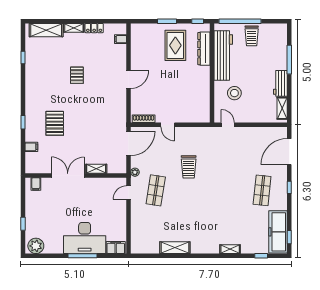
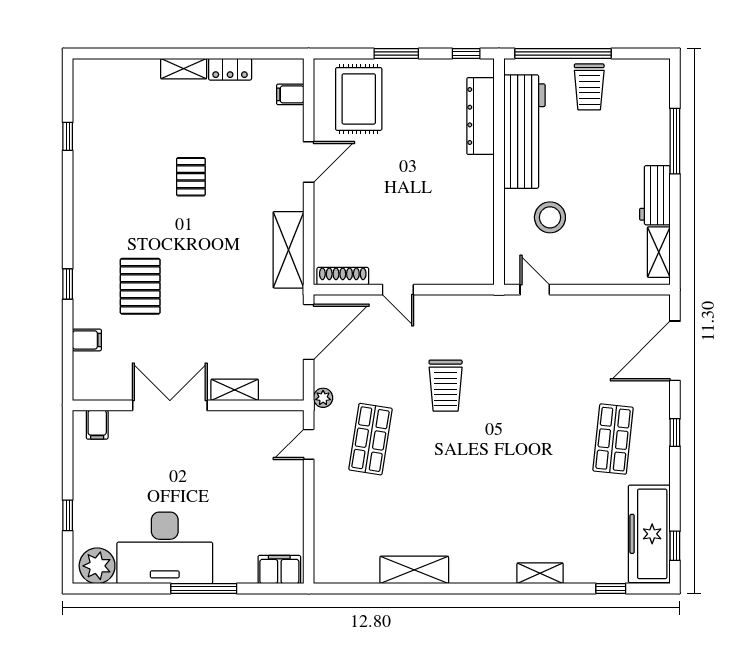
shelving: (46, 30) -> (288, 250), moved, turned 90
rug: (175, 45) -> (359, 99), moved
door: (129, 79) -> (309, 162), moved
desk: (85, 238) -> (165, 548), moved

